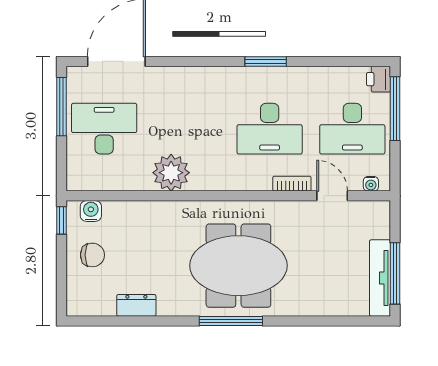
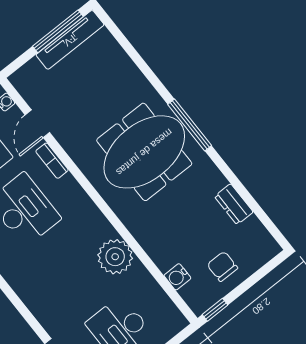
water cooler: (91, 211) -> (177, 277), moved
meeting table: (238, 266) -> (144, 152), turned 90

